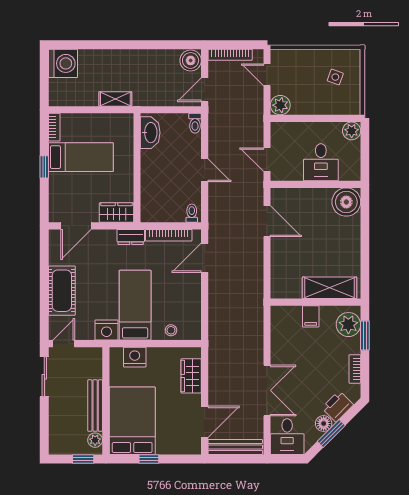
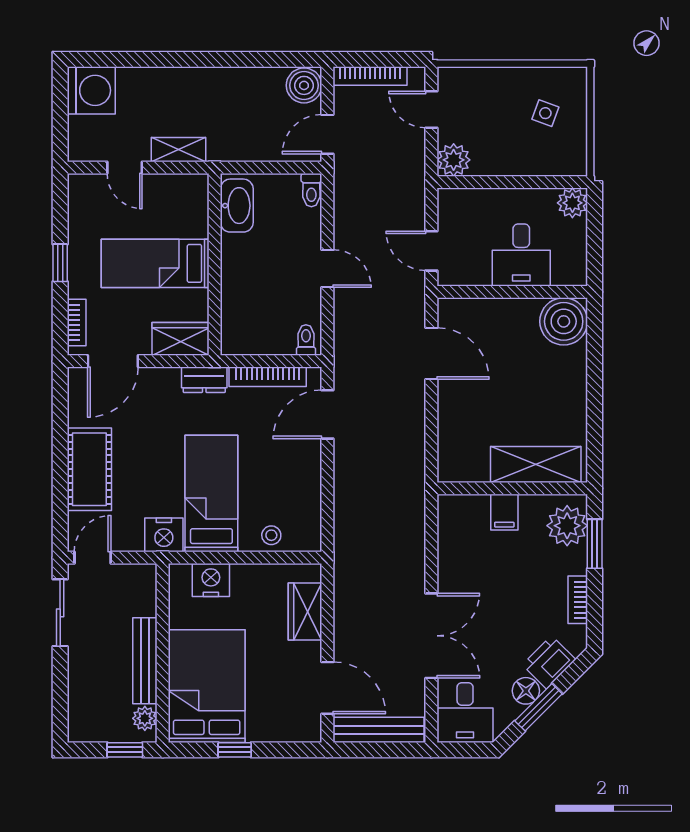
door: (83, 110) -> (125, 168), added
bookcase: (54, 127) -> (77, 323), moved
bed: (81, 157) -> (155, 263), moved, turned 180
door: (205, 422) -> (327, 688), hinge flipped

